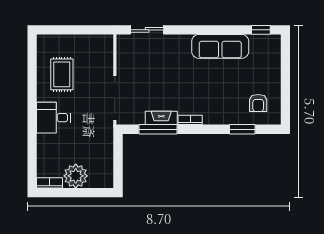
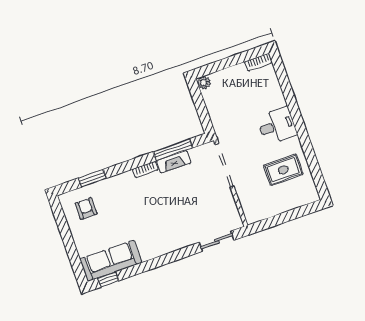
sofa: (220, 46) -> (111, 261), moved
rug: (62, 74) -> (283, 170), turned 90
plant: (76, 176) -> (204, 83), moved, width x0.53, depth x0.53

